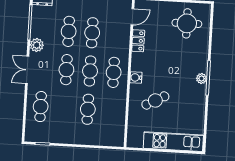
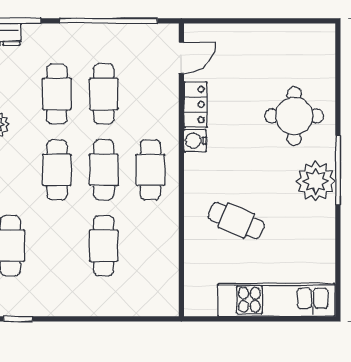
round table: (187, 23) -> (294, 116), moved
water cooler: (136, 77) -> (195, 141), moved
plant: (202, 79) -> (316, 181), width x1.88, depth x1.88
cafe table: (155, 100) -> (236, 221), turned 51

